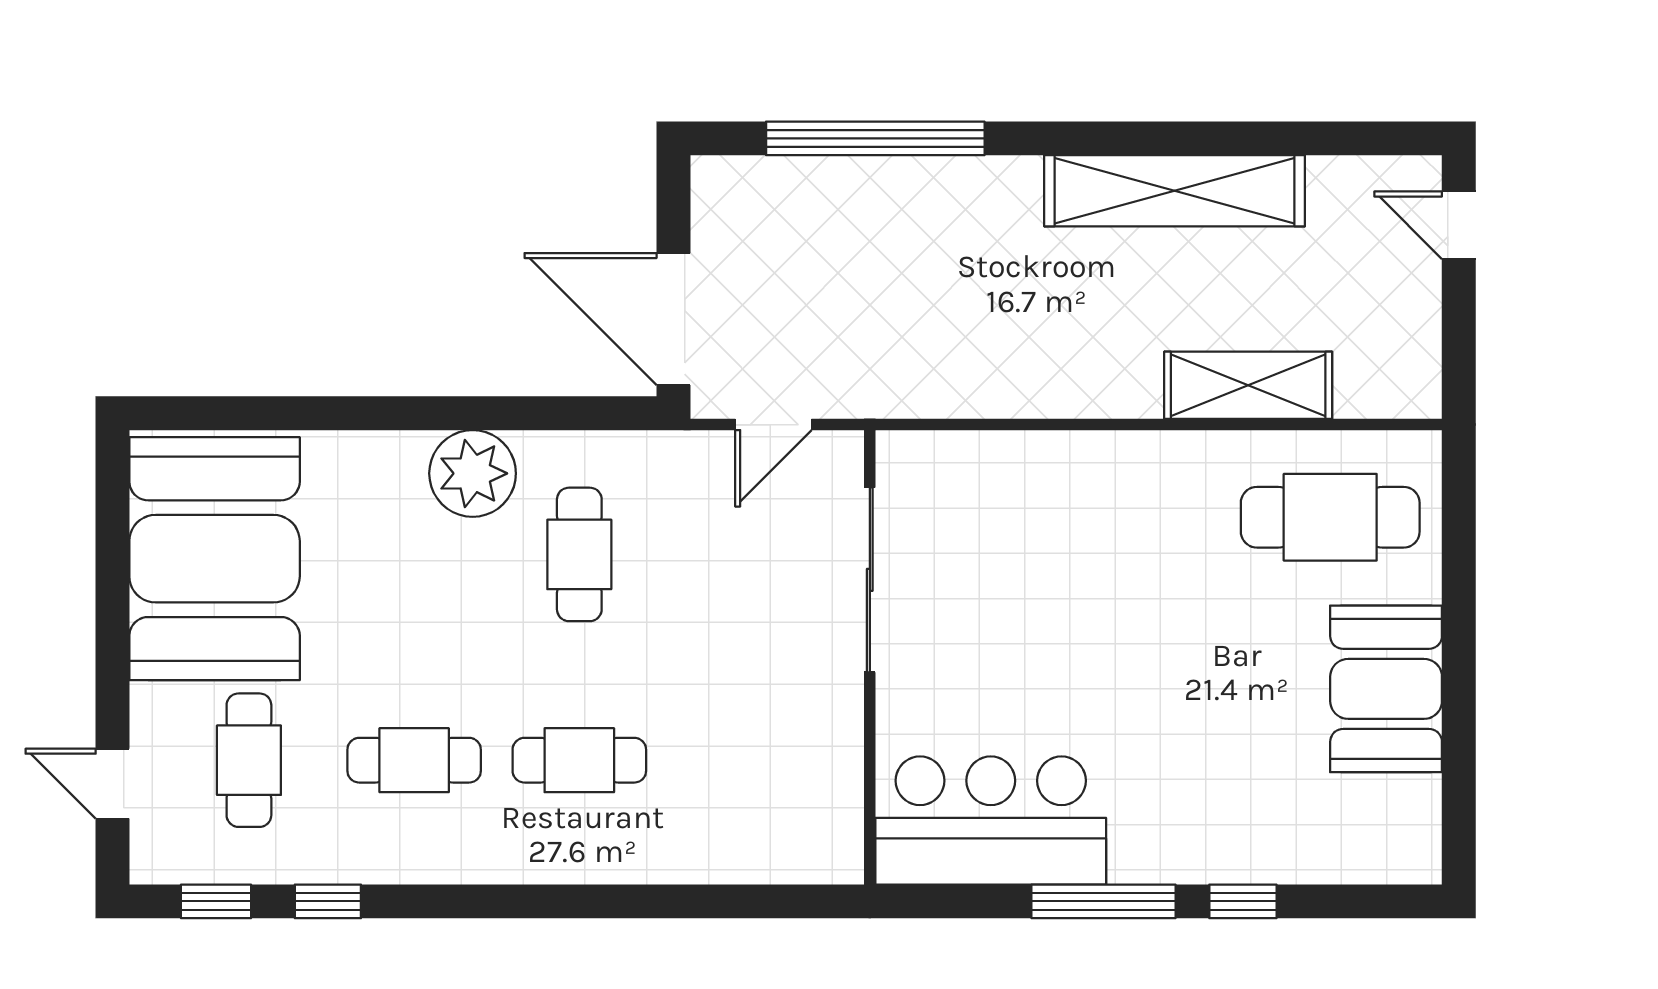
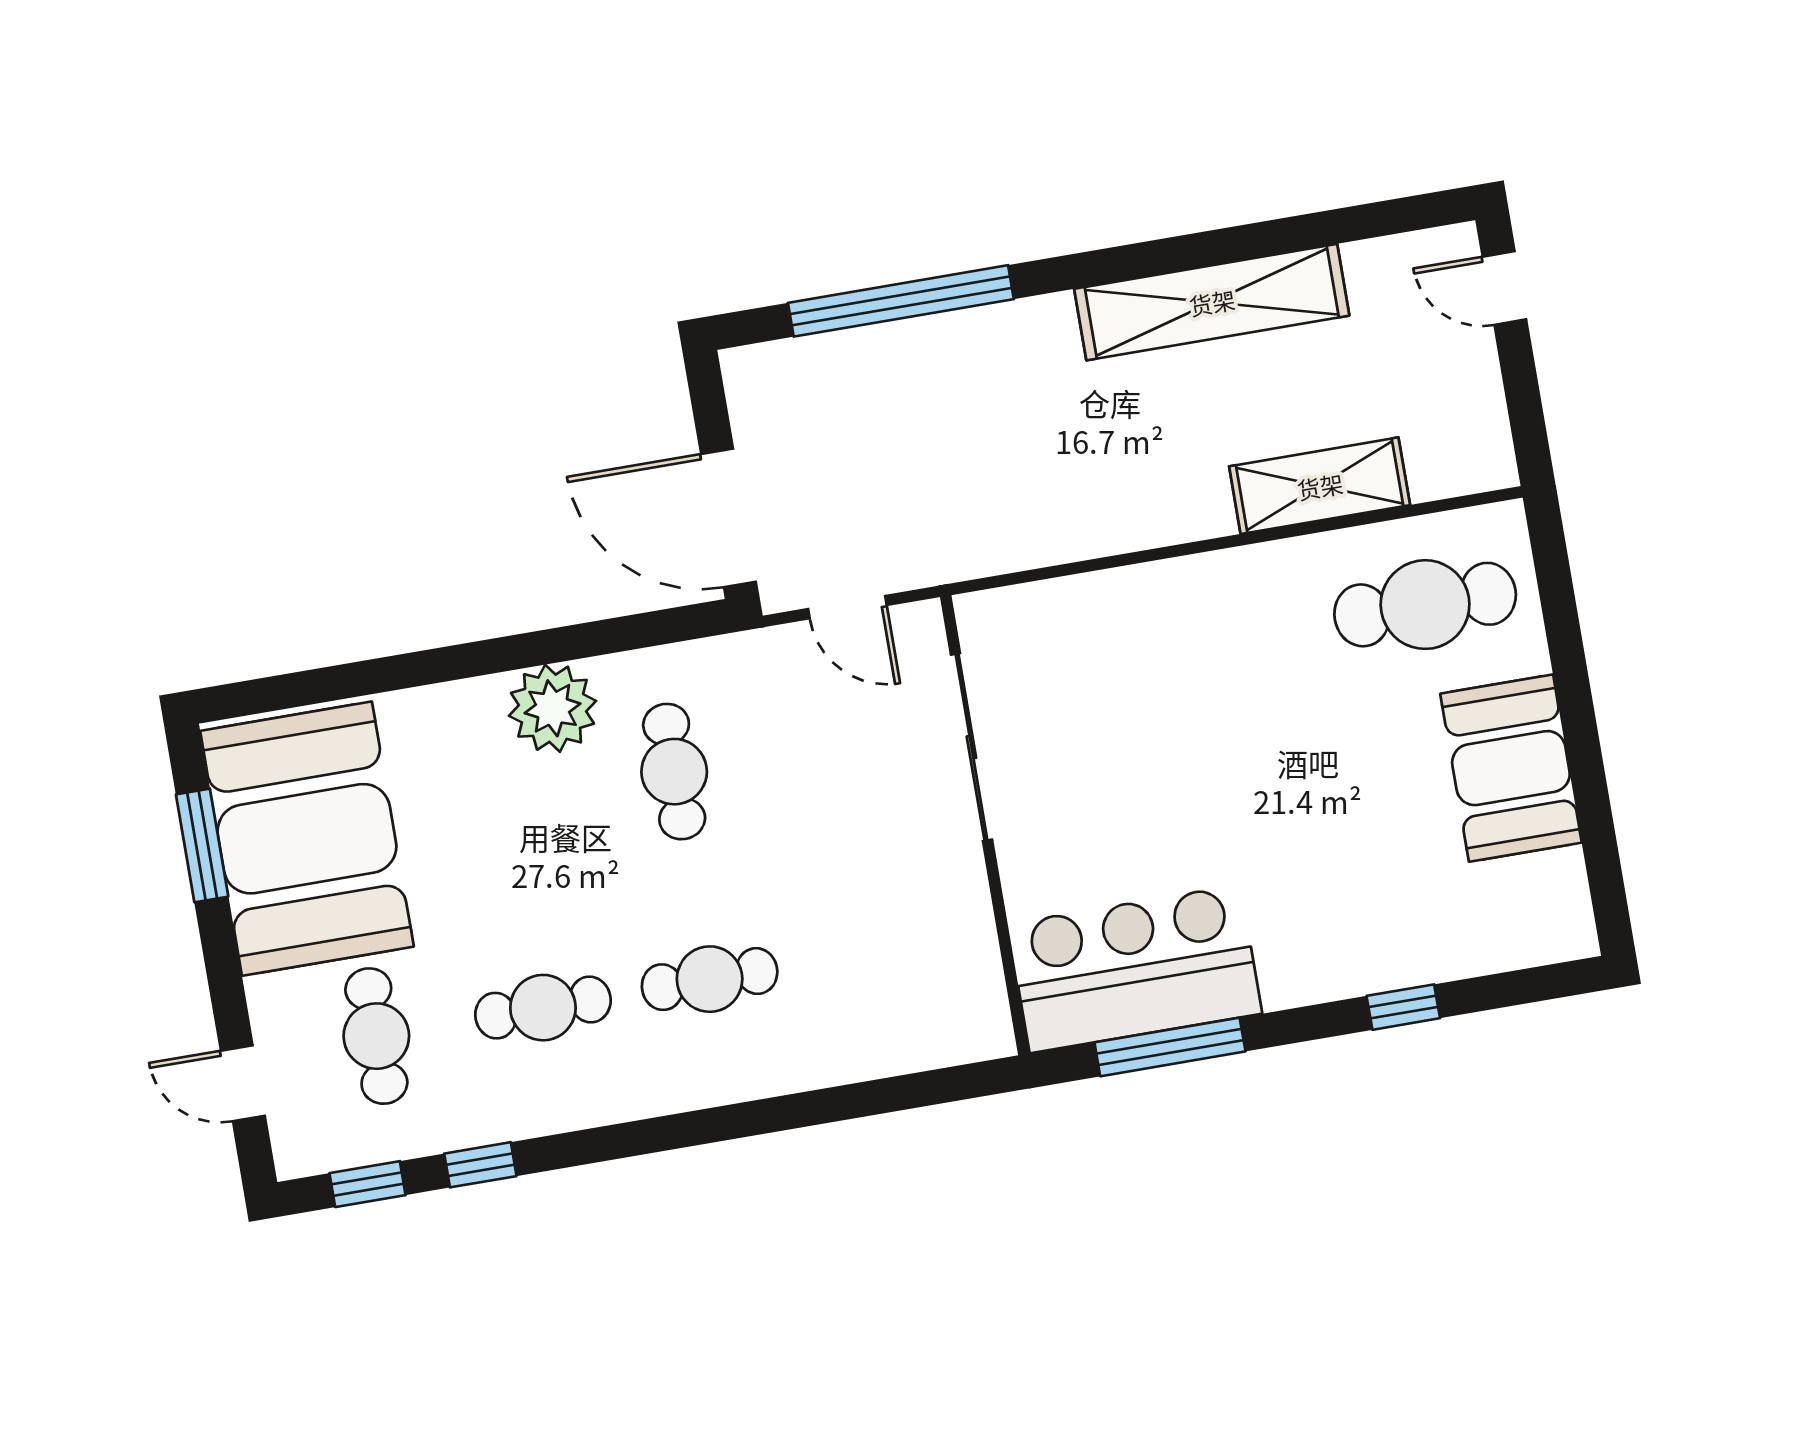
door: (773, 425) -> (847, 607), hinge flipped
window: (112, 548) -> (202, 845), added
window: (1103, 901) -> (1170, 1047), moved

